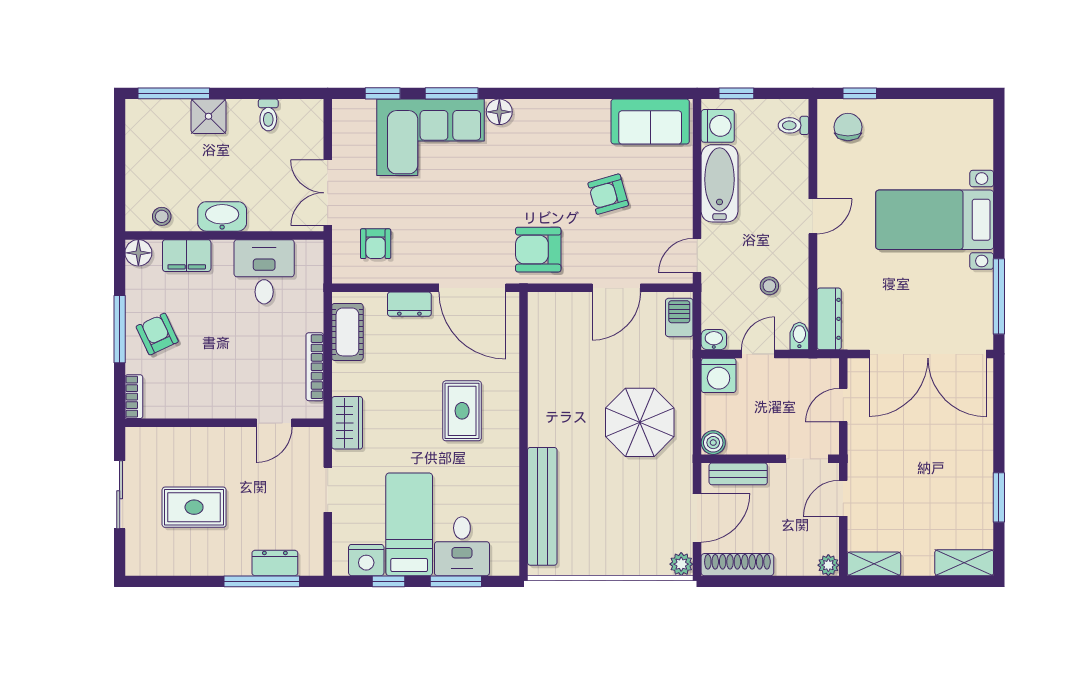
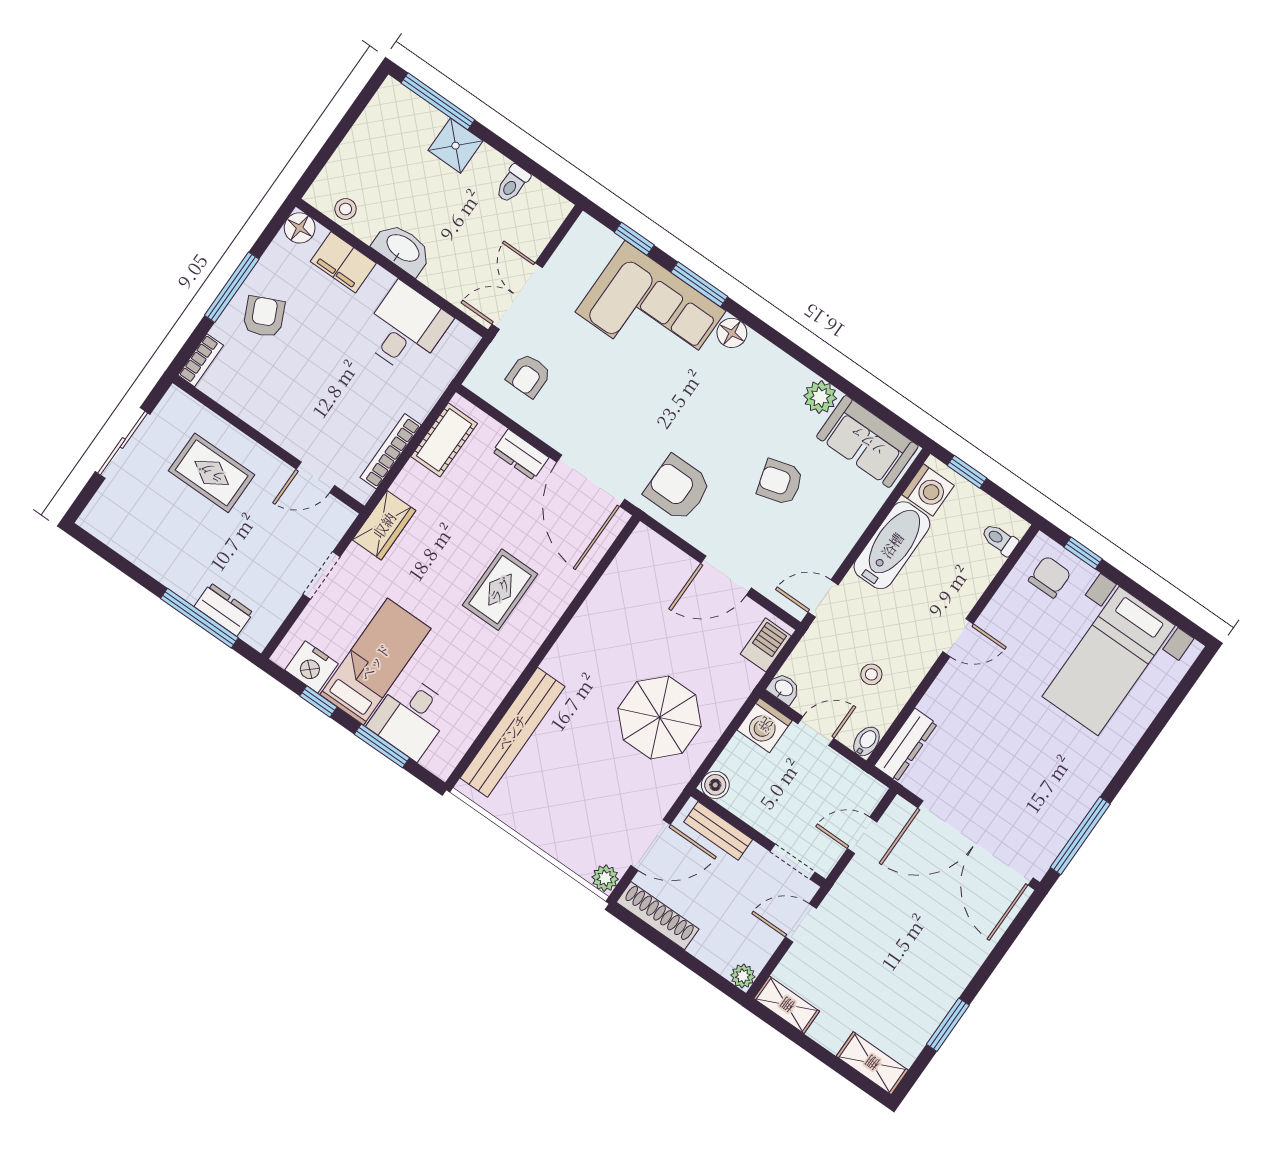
plant: (594, 113) -> (820, 397), added
bed with nightstands: (935, 220) -> (1109, 661), moved, turned -90
rug: (194, 507) -> (212, 473), moved

